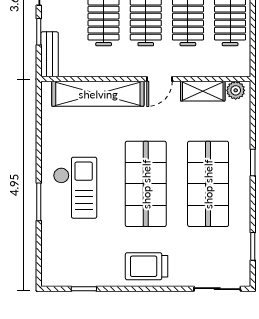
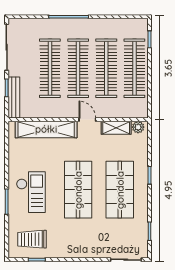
bench: (50, 54) -> (14, 98), width x1.36
door: (159, 79) -> (87, 120), swing flipped
trolley: (147, 266) -> (32, 239), moved

